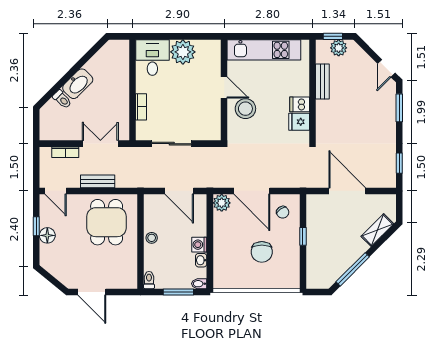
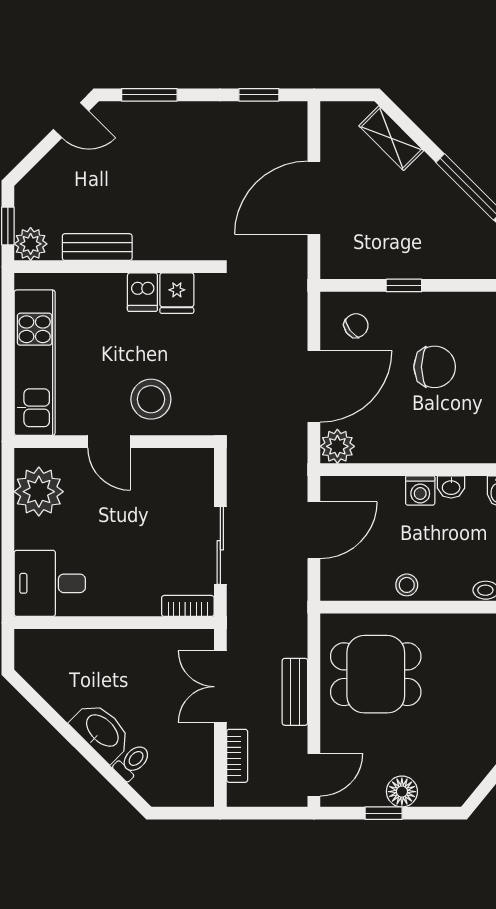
plant: (339, 48) -> (31, 244), moved
plant: (183, 52) -> (39, 492), moved
door: (224, 87) -> (109, 442), swing flipped
bookcase: (141, 107) -> (188, 606), moved

